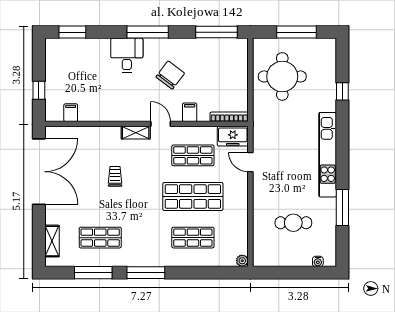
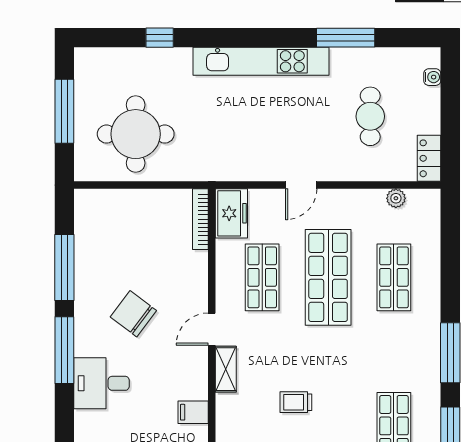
window: (217, 32) -> (64, 268), moved
filing cabinet: (190, 112) -> (193, 412), moved
door: (250, 162) -> (301, 185), moved
locker: (267, 259) -> (429, 158), added
plant: (242, 261) -> (396, 198), moved

